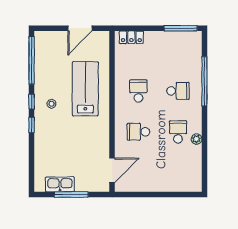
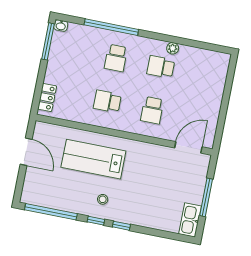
washbasin: (197, 37) -> (61, 26), added
school desk: (178, 91) -> (116, 58), turned 180
door: (112, 170) -> (188, 147), hinge flipped
kitchen sink: (60, 184) -> (190, 220), moved

